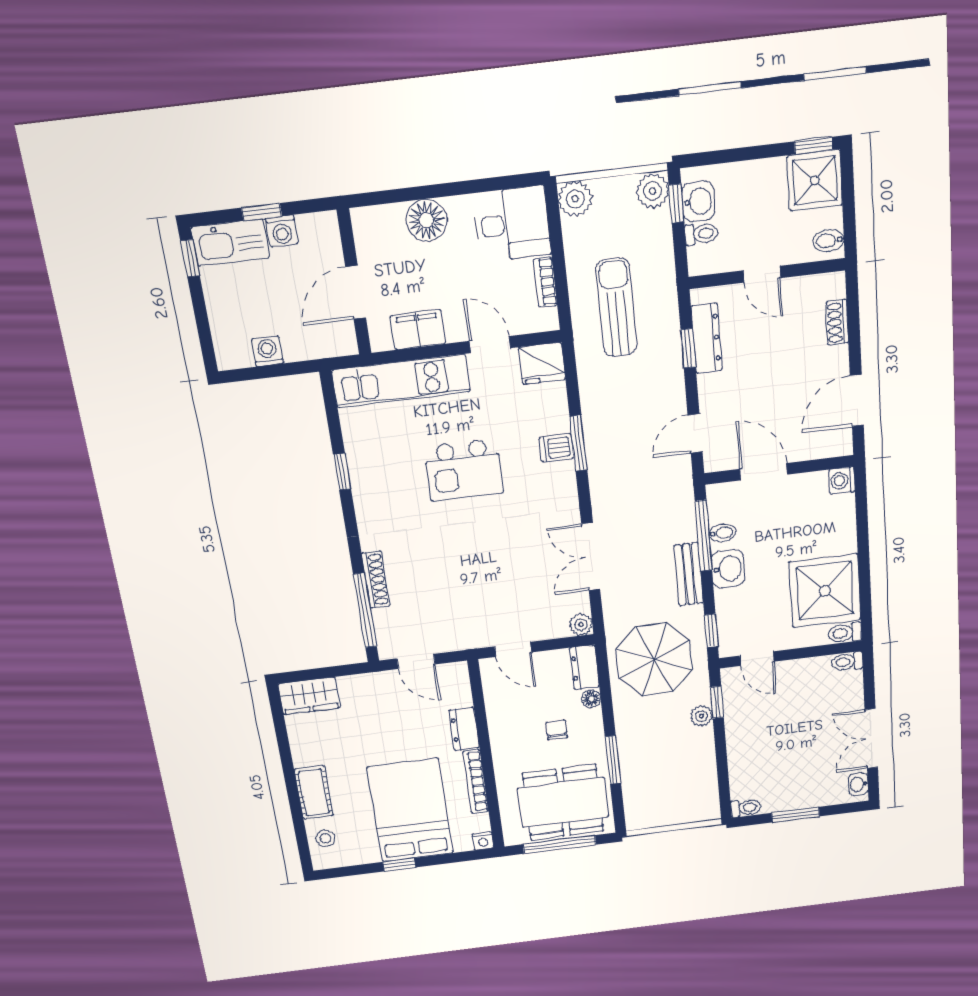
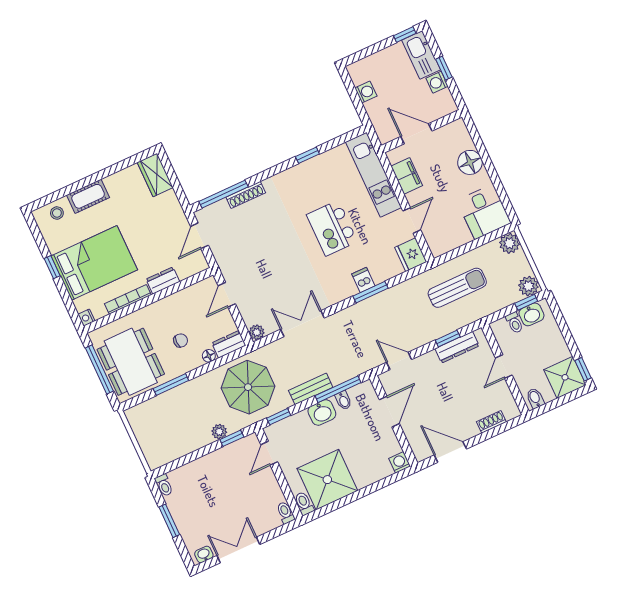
bookcase: (545, 282) -> (458, 241), removed

